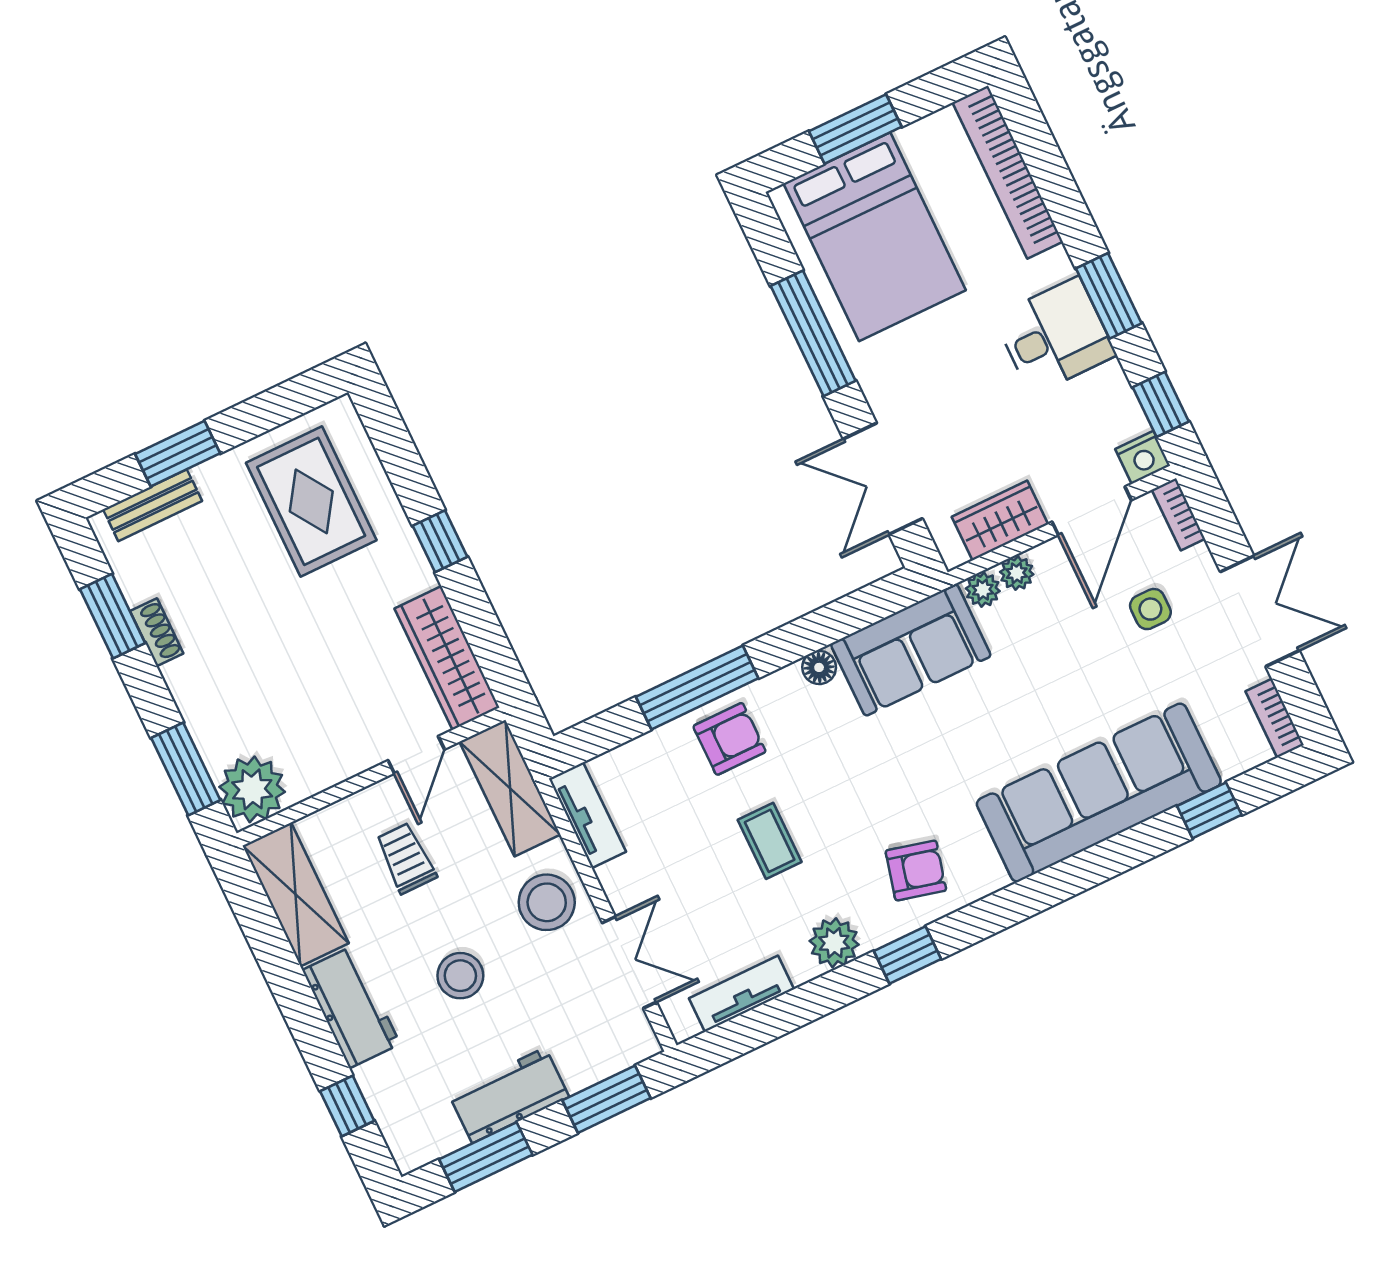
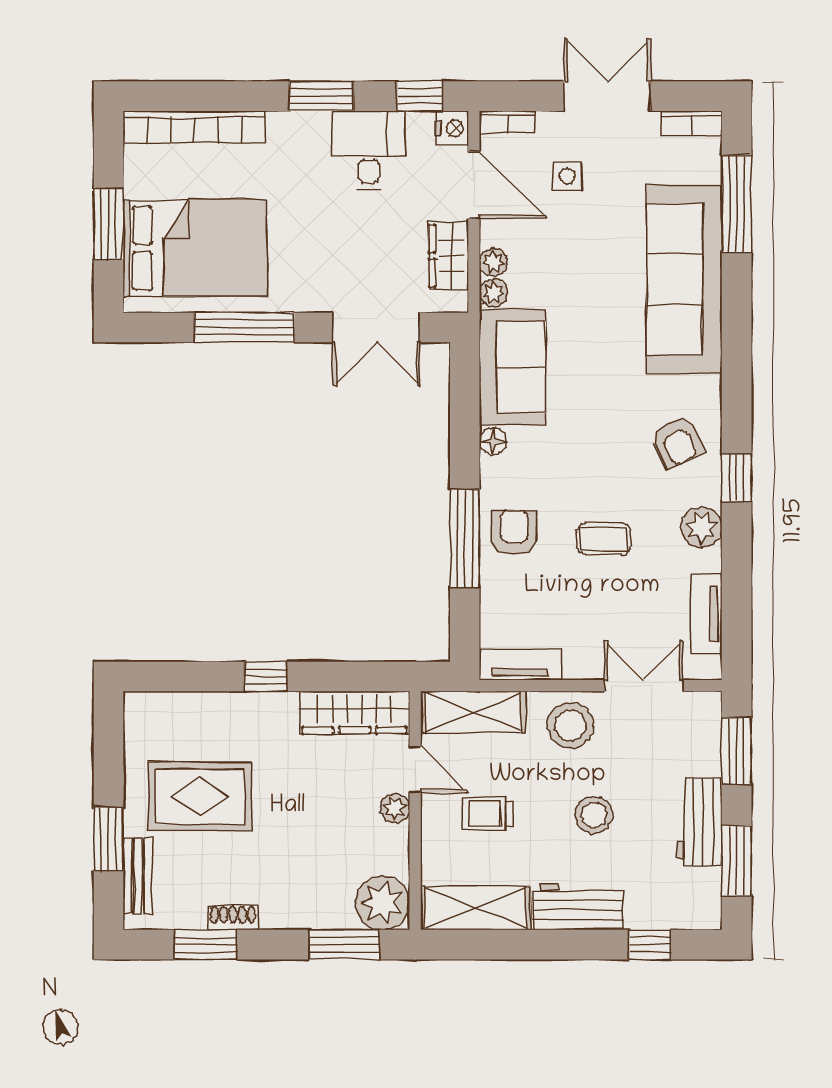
desk: (1055, 336) -> (369, 150), moved
rug: (311, 501) -> (200, 796), moved
plant: (363, 753) -> (395, 808), added
window: (1209, 810) -> (737, 204), width x2.17
armchair: (916, 871) -> (677, 442), turned 140

